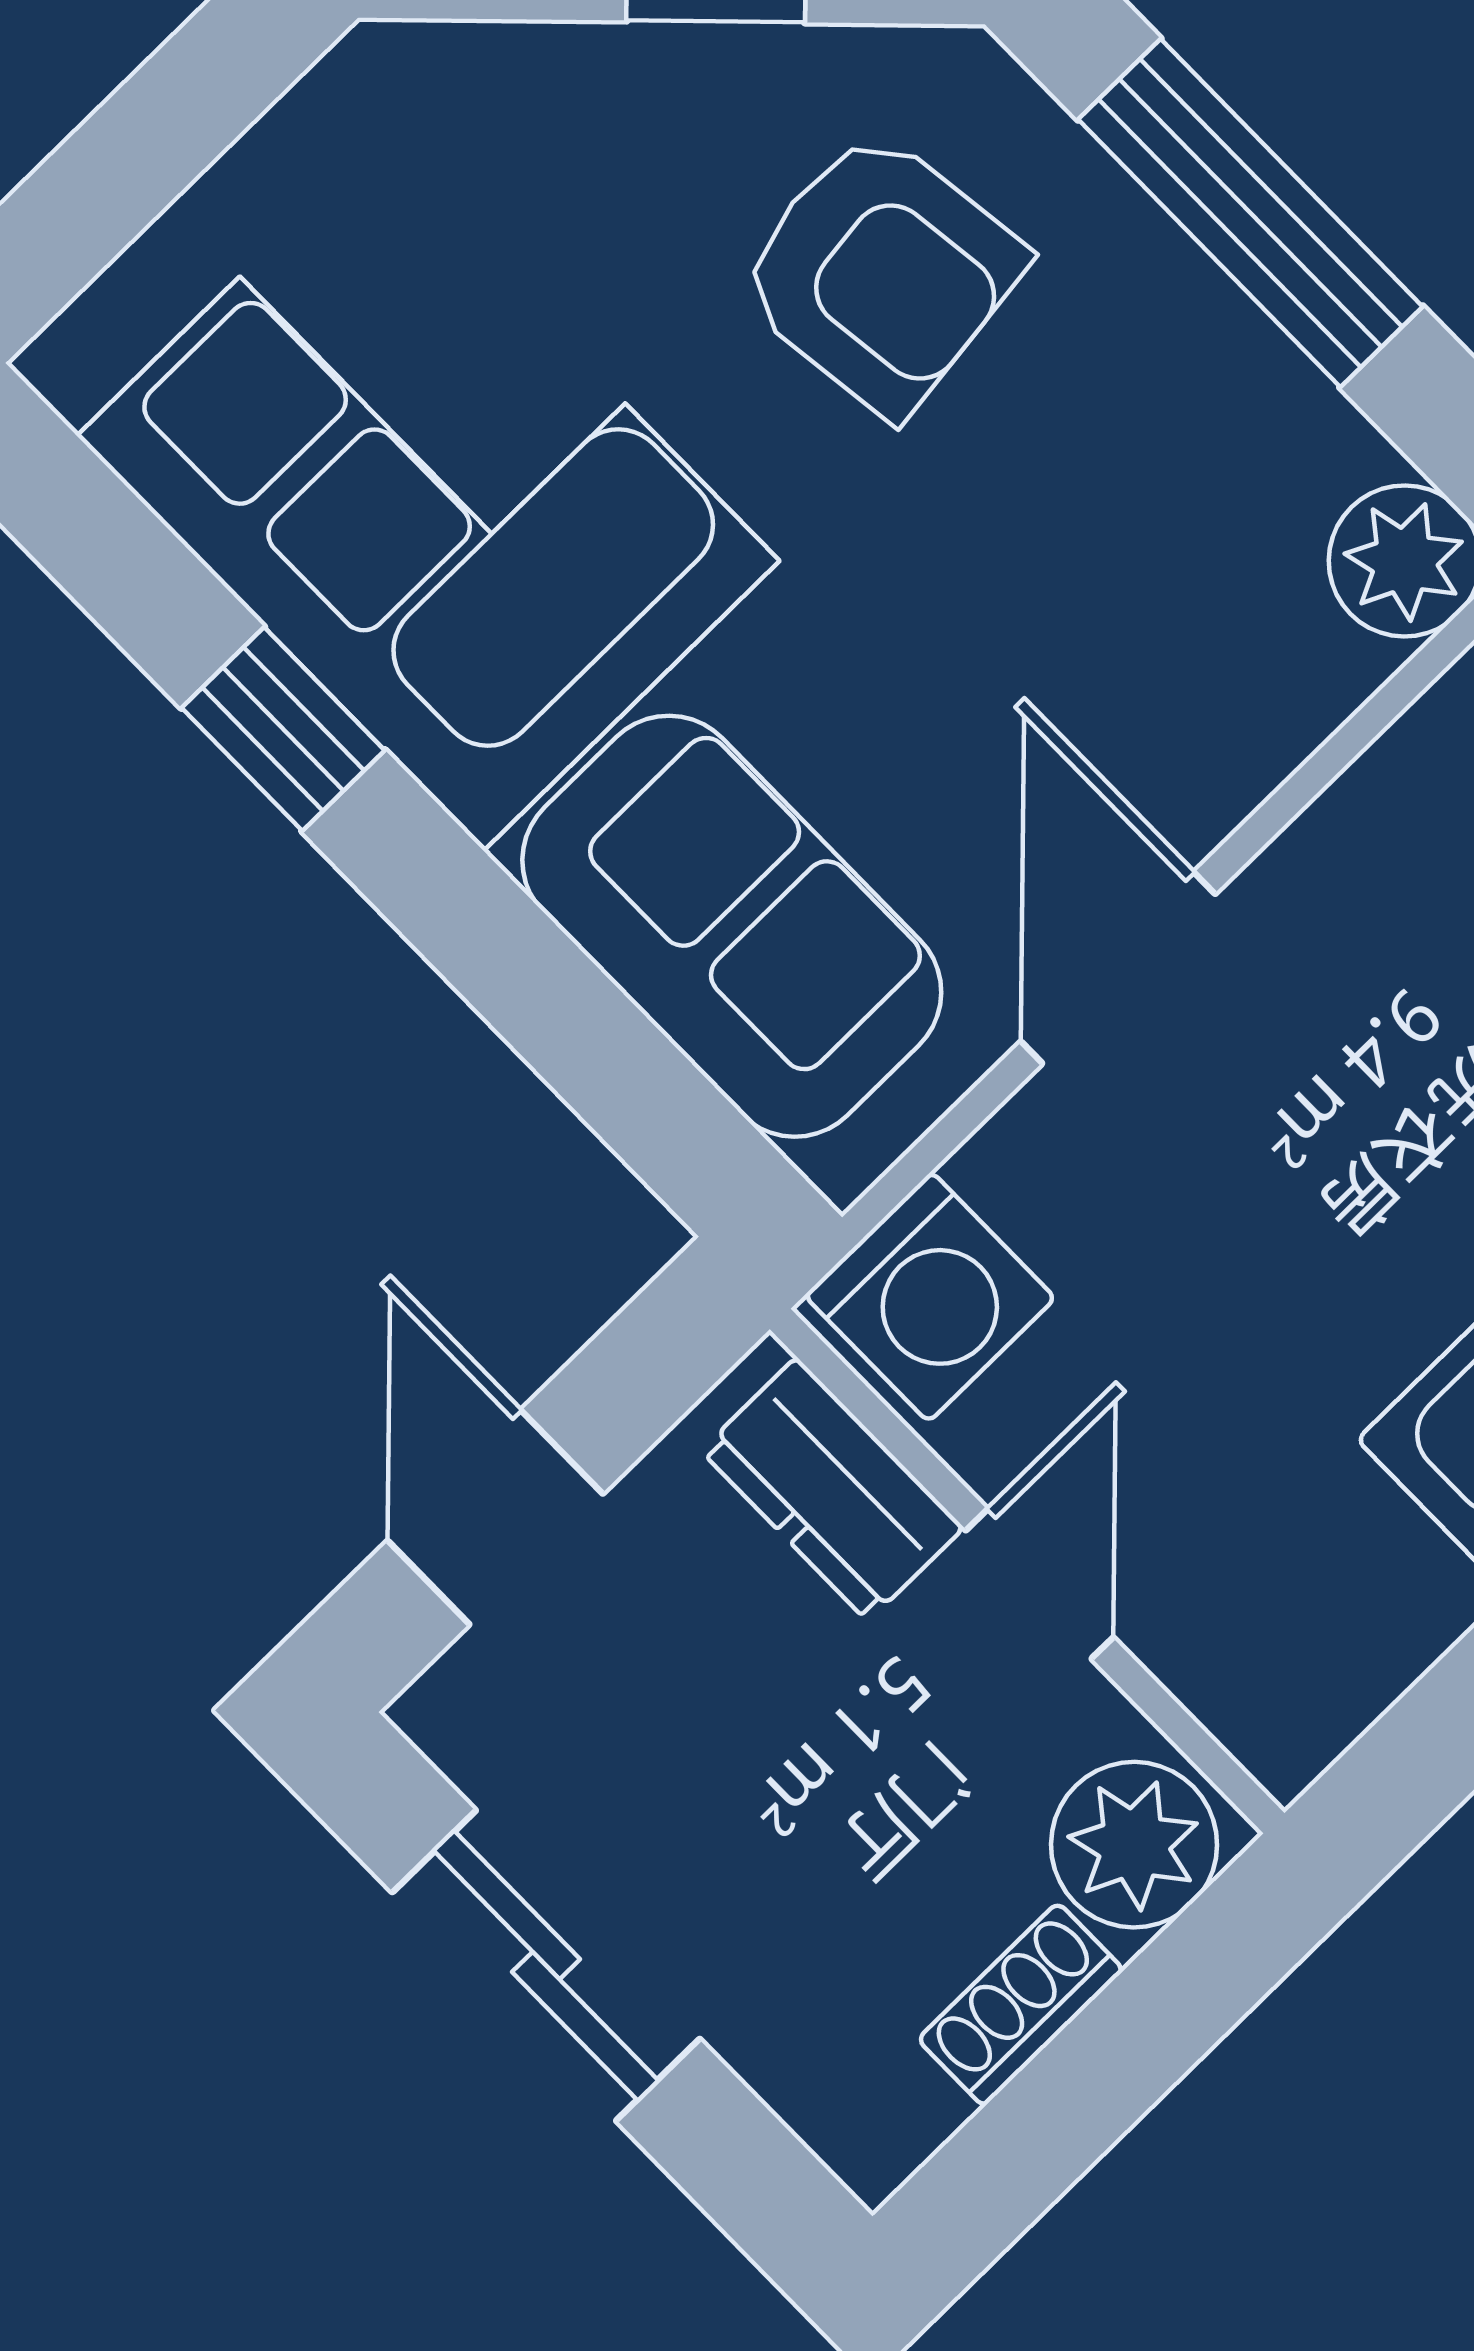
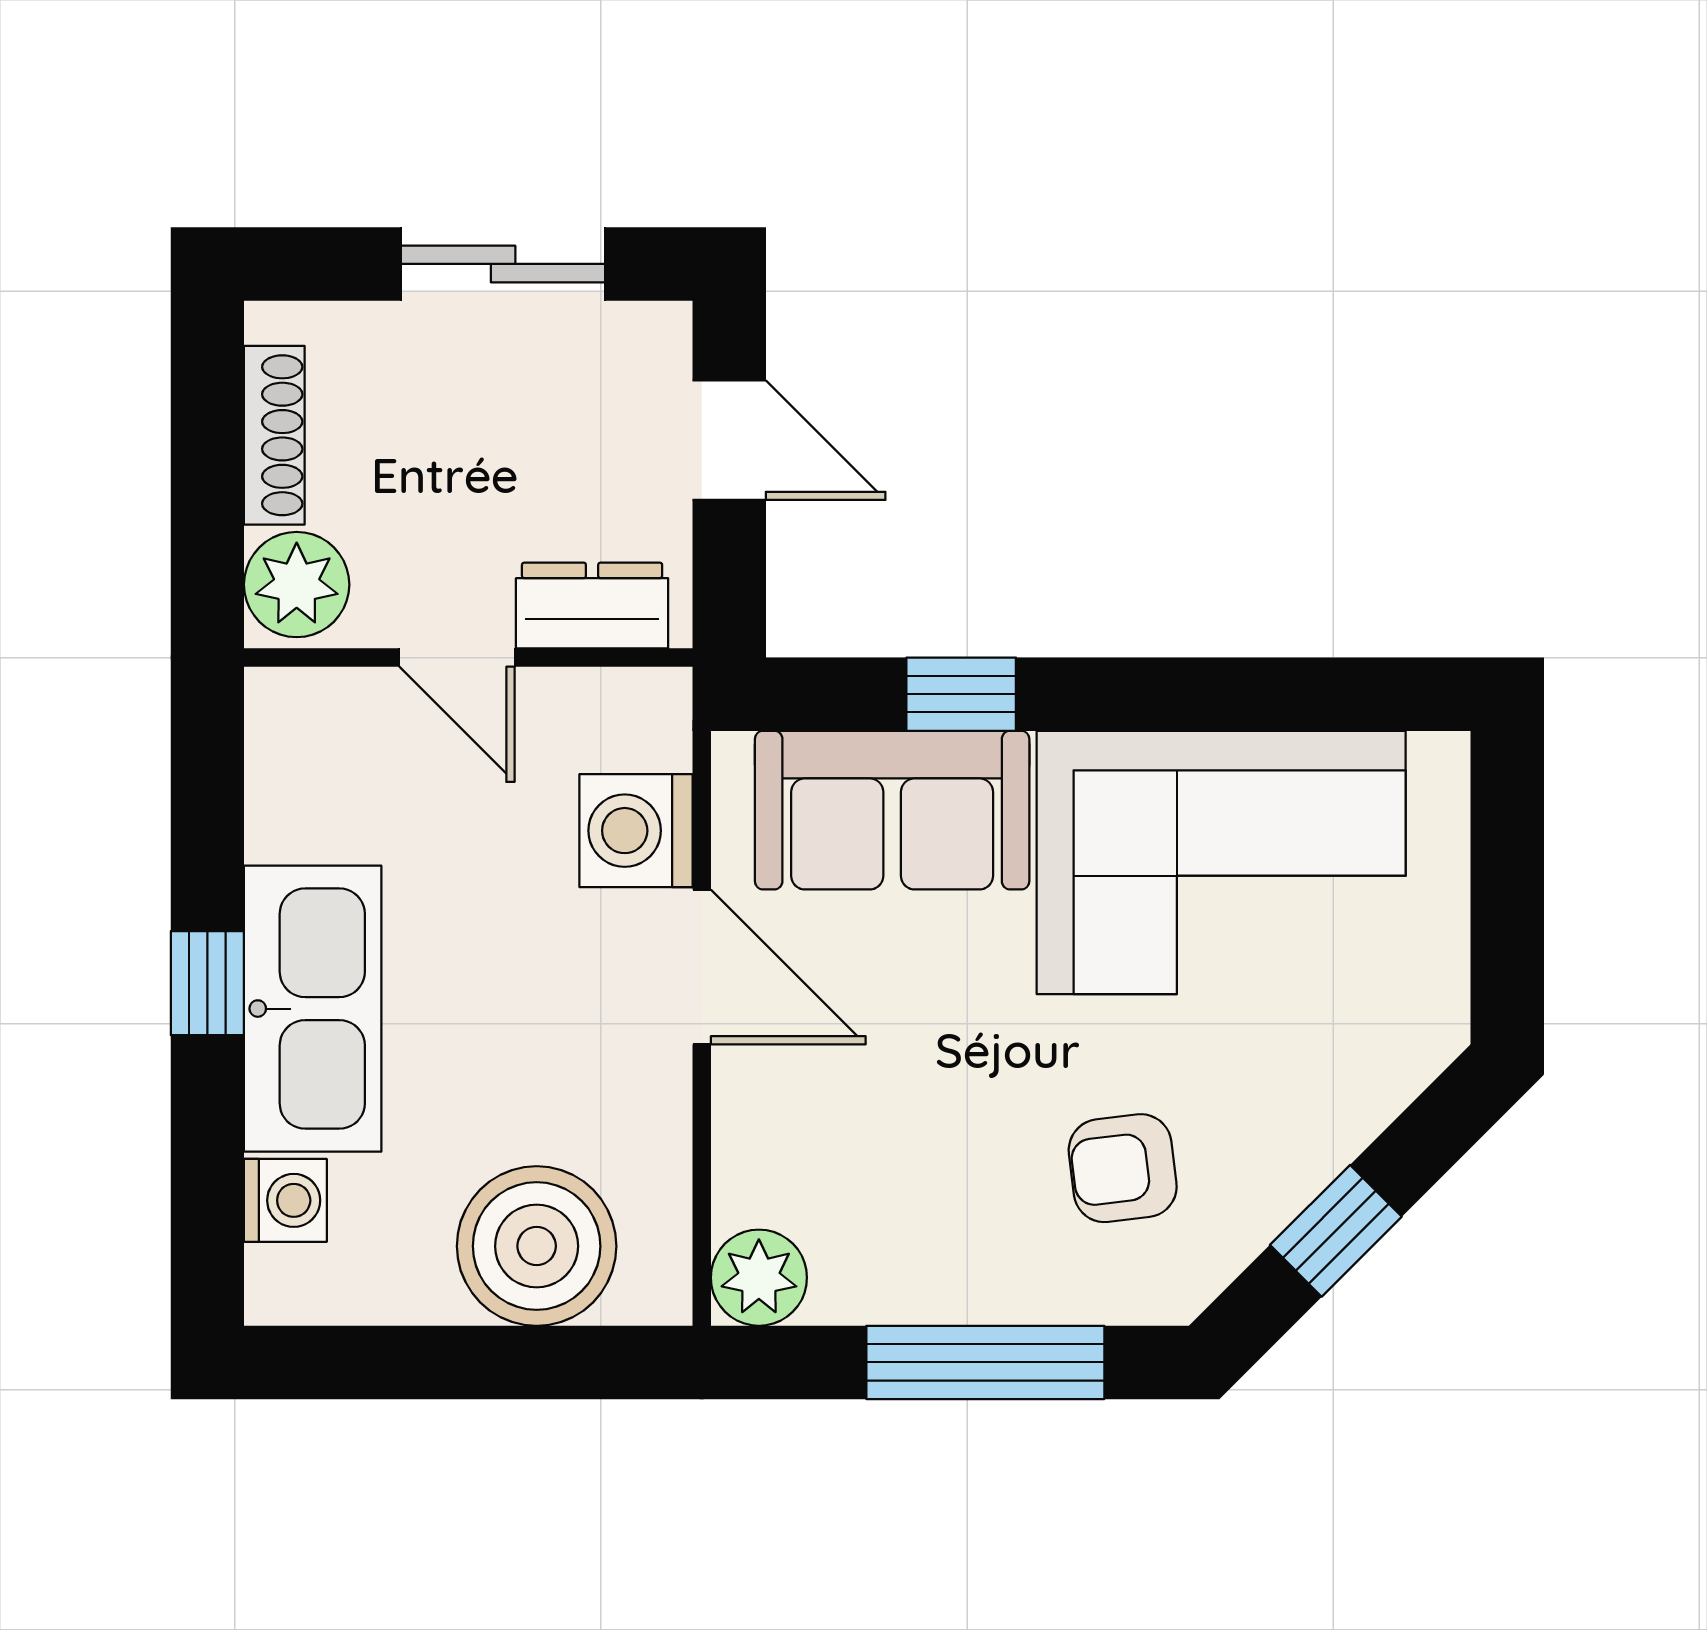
armchair: (881, 272) -> (1123, 1168), width x0.72, depth x0.72
window: (283, 729) -> (961, 694), moved
washing machine: (930, 1297) -> (636, 831), moved
shoe rack: (1021, 2005) -> (274, 435), width x1.43

